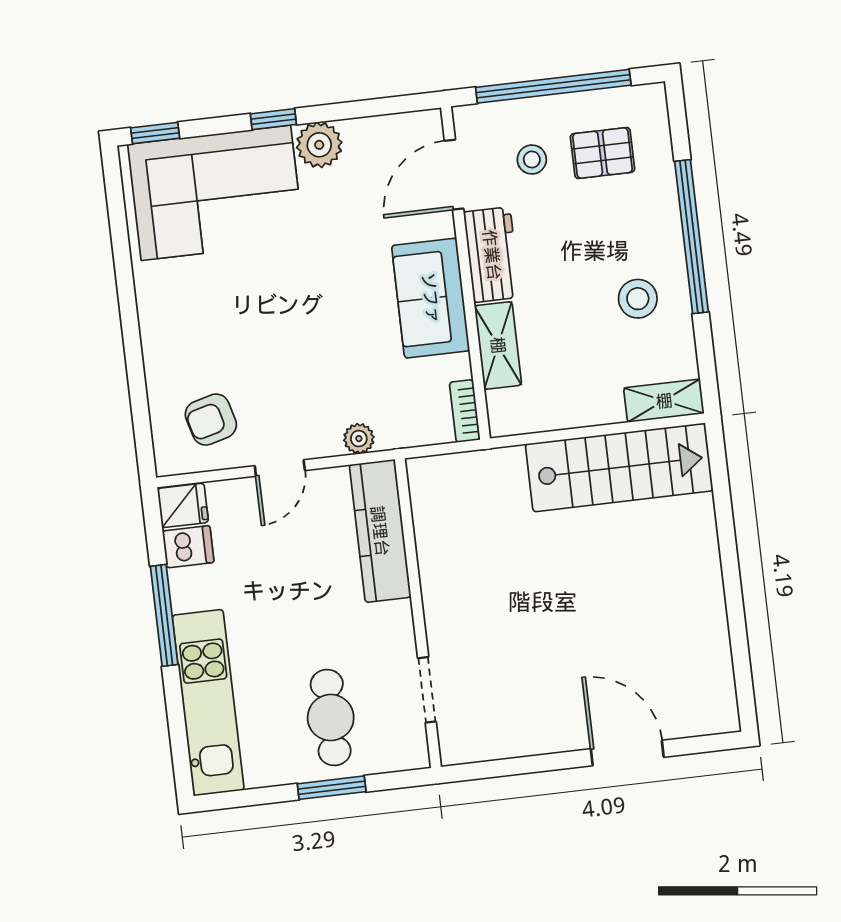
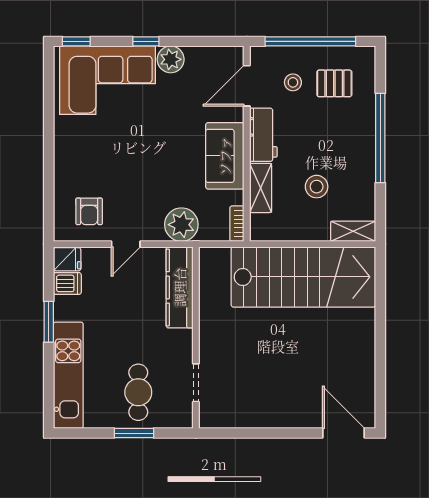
stool: (638, 299) -> (317, 187), moved
armchair: (211, 420) -> (89, 211), turned -75
plant: (359, 439) -> (181, 225), width x1.87, depth x1.87
stairs: (619, 467) -> (303, 277), width x1.36, depth x1.51
window: (164, 615) -> (49, 322), width x0.69
door: (627, 753) -> (344, 433), moved

